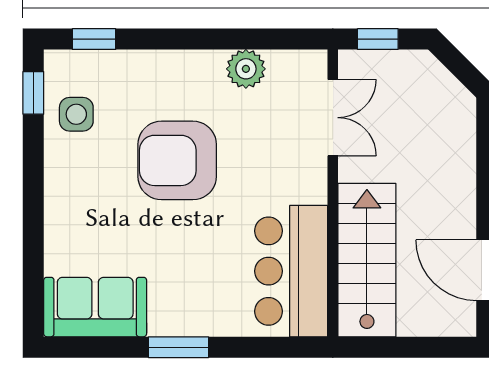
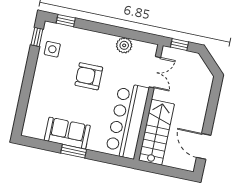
armchair: (177, 160) -> (89, 76), width x0.73, depth x0.73
bar counter: (291, 271) -> (127, 121), width x1.36
sofa: (95, 307) -> (67, 133), moved

